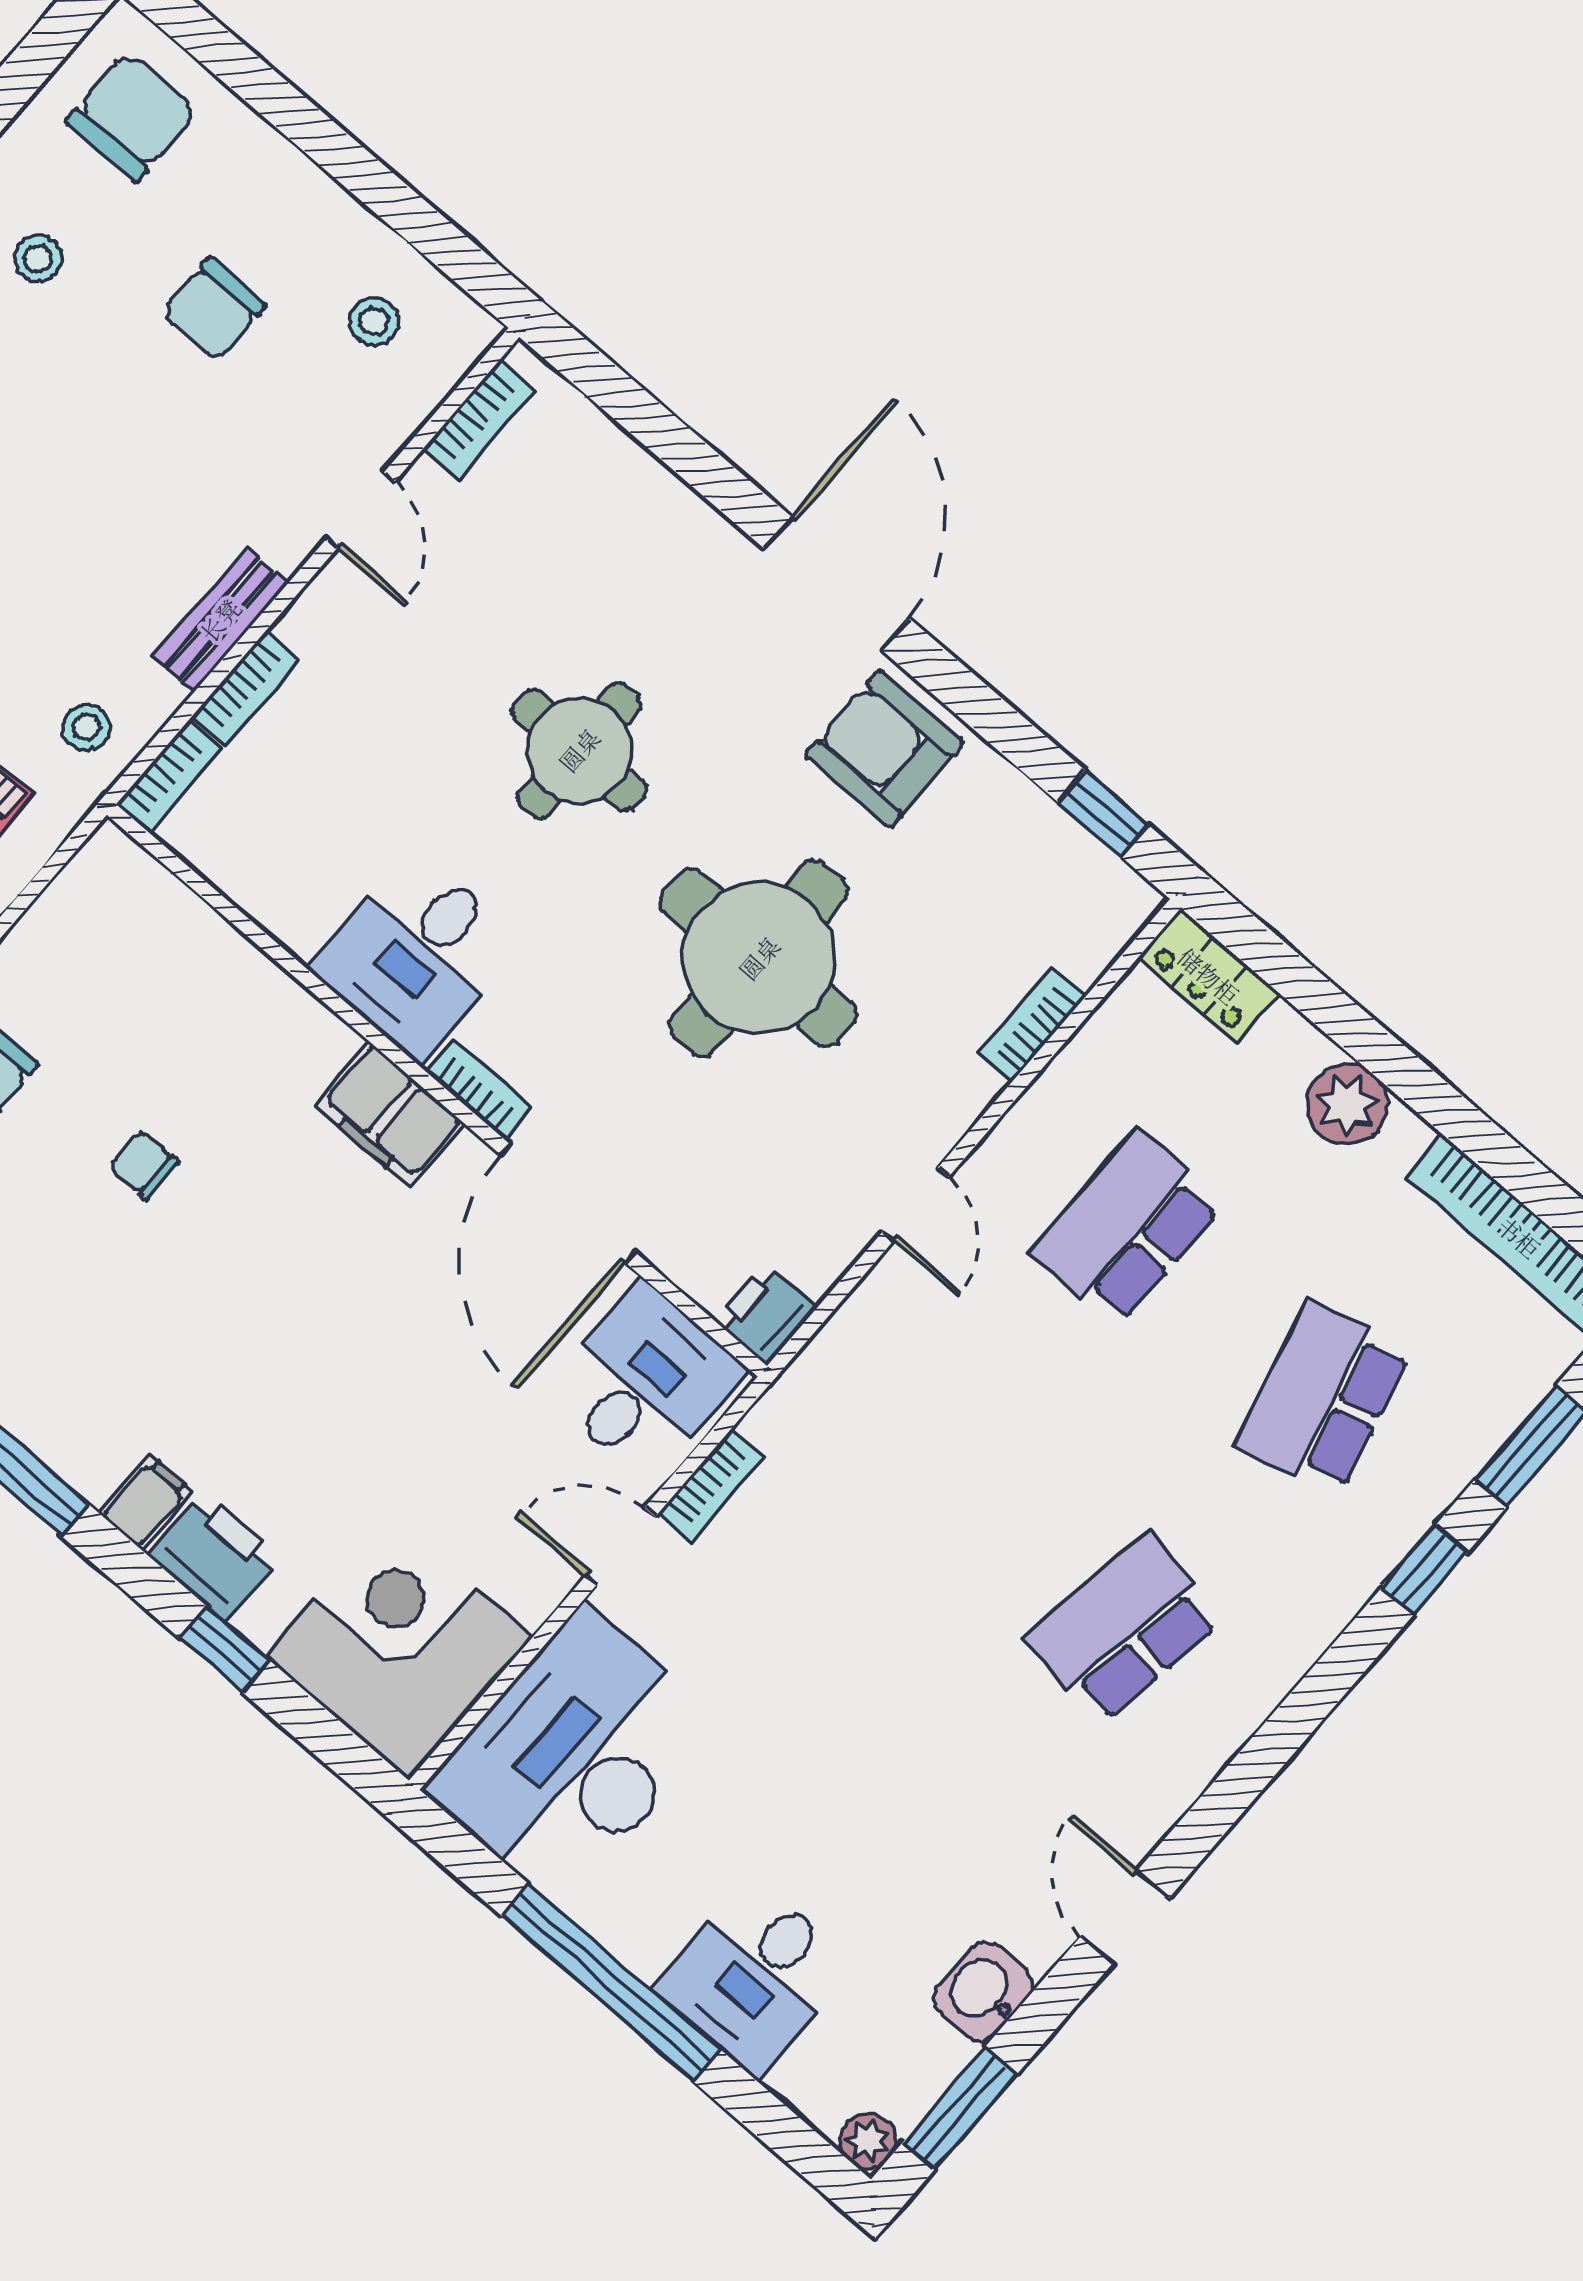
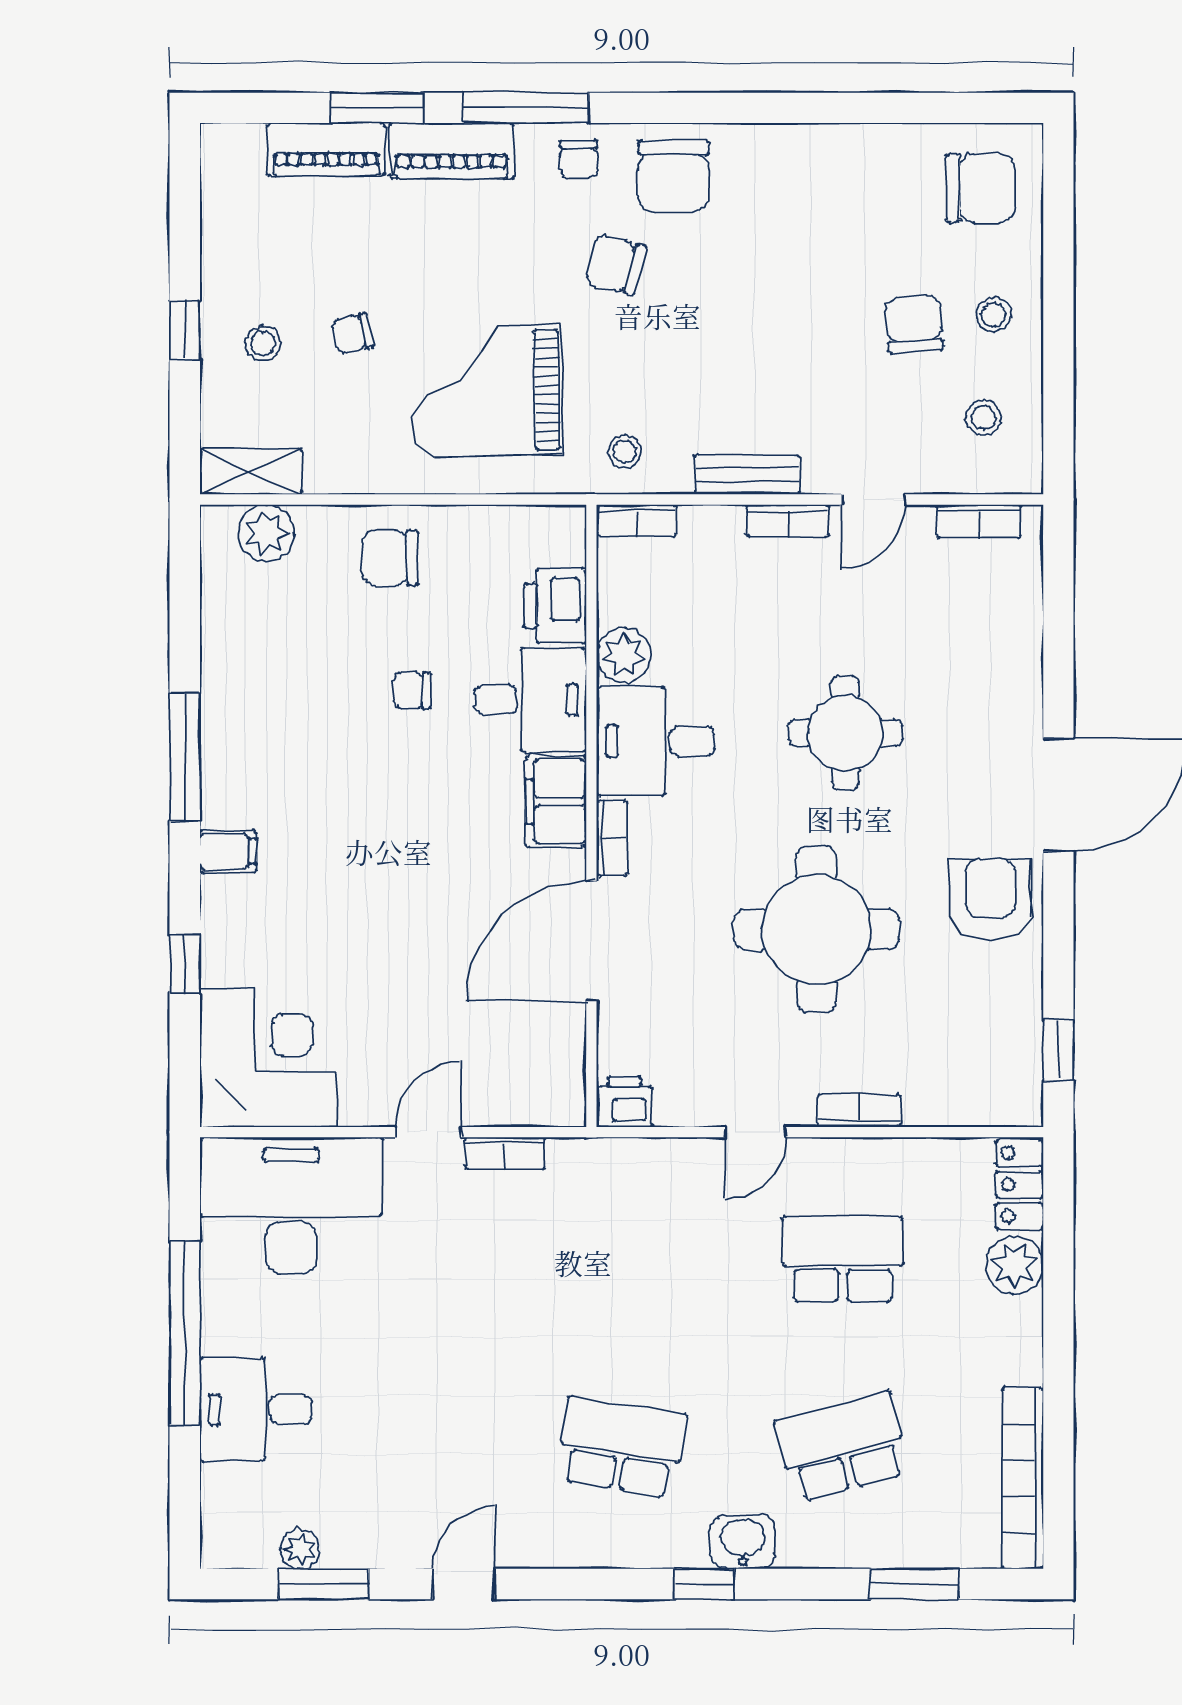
stool: (38, 258) -> (993, 315), moved
chair: (213, 309) -> (914, 324), turned 86
bookcase: (246, 688) -> (788, 521), moved
plant: (298, 911) -> (624, 655), added
bookcase: (1032, 1024) -> (859, 1111), moved
plant: (1347, 1104) -> (1014, 1265), moved
chair: (144, 1165) -> (412, 691), turned -90
desk: (645, 1382) -> (530, 700), moved
door: (620, 1546) -> (428, 1132), hinge flipped
printer: (214, 1556) -> (555, 606), moved, turned 180
window: (1425, 1570) -> (704, 1584), moved
washbasin: (983, 1992) -> (743, 1541), moved
window: (960, 2108) -> (324, 1584), moved
plant: (868, 2141) -> (300, 1549), moved

